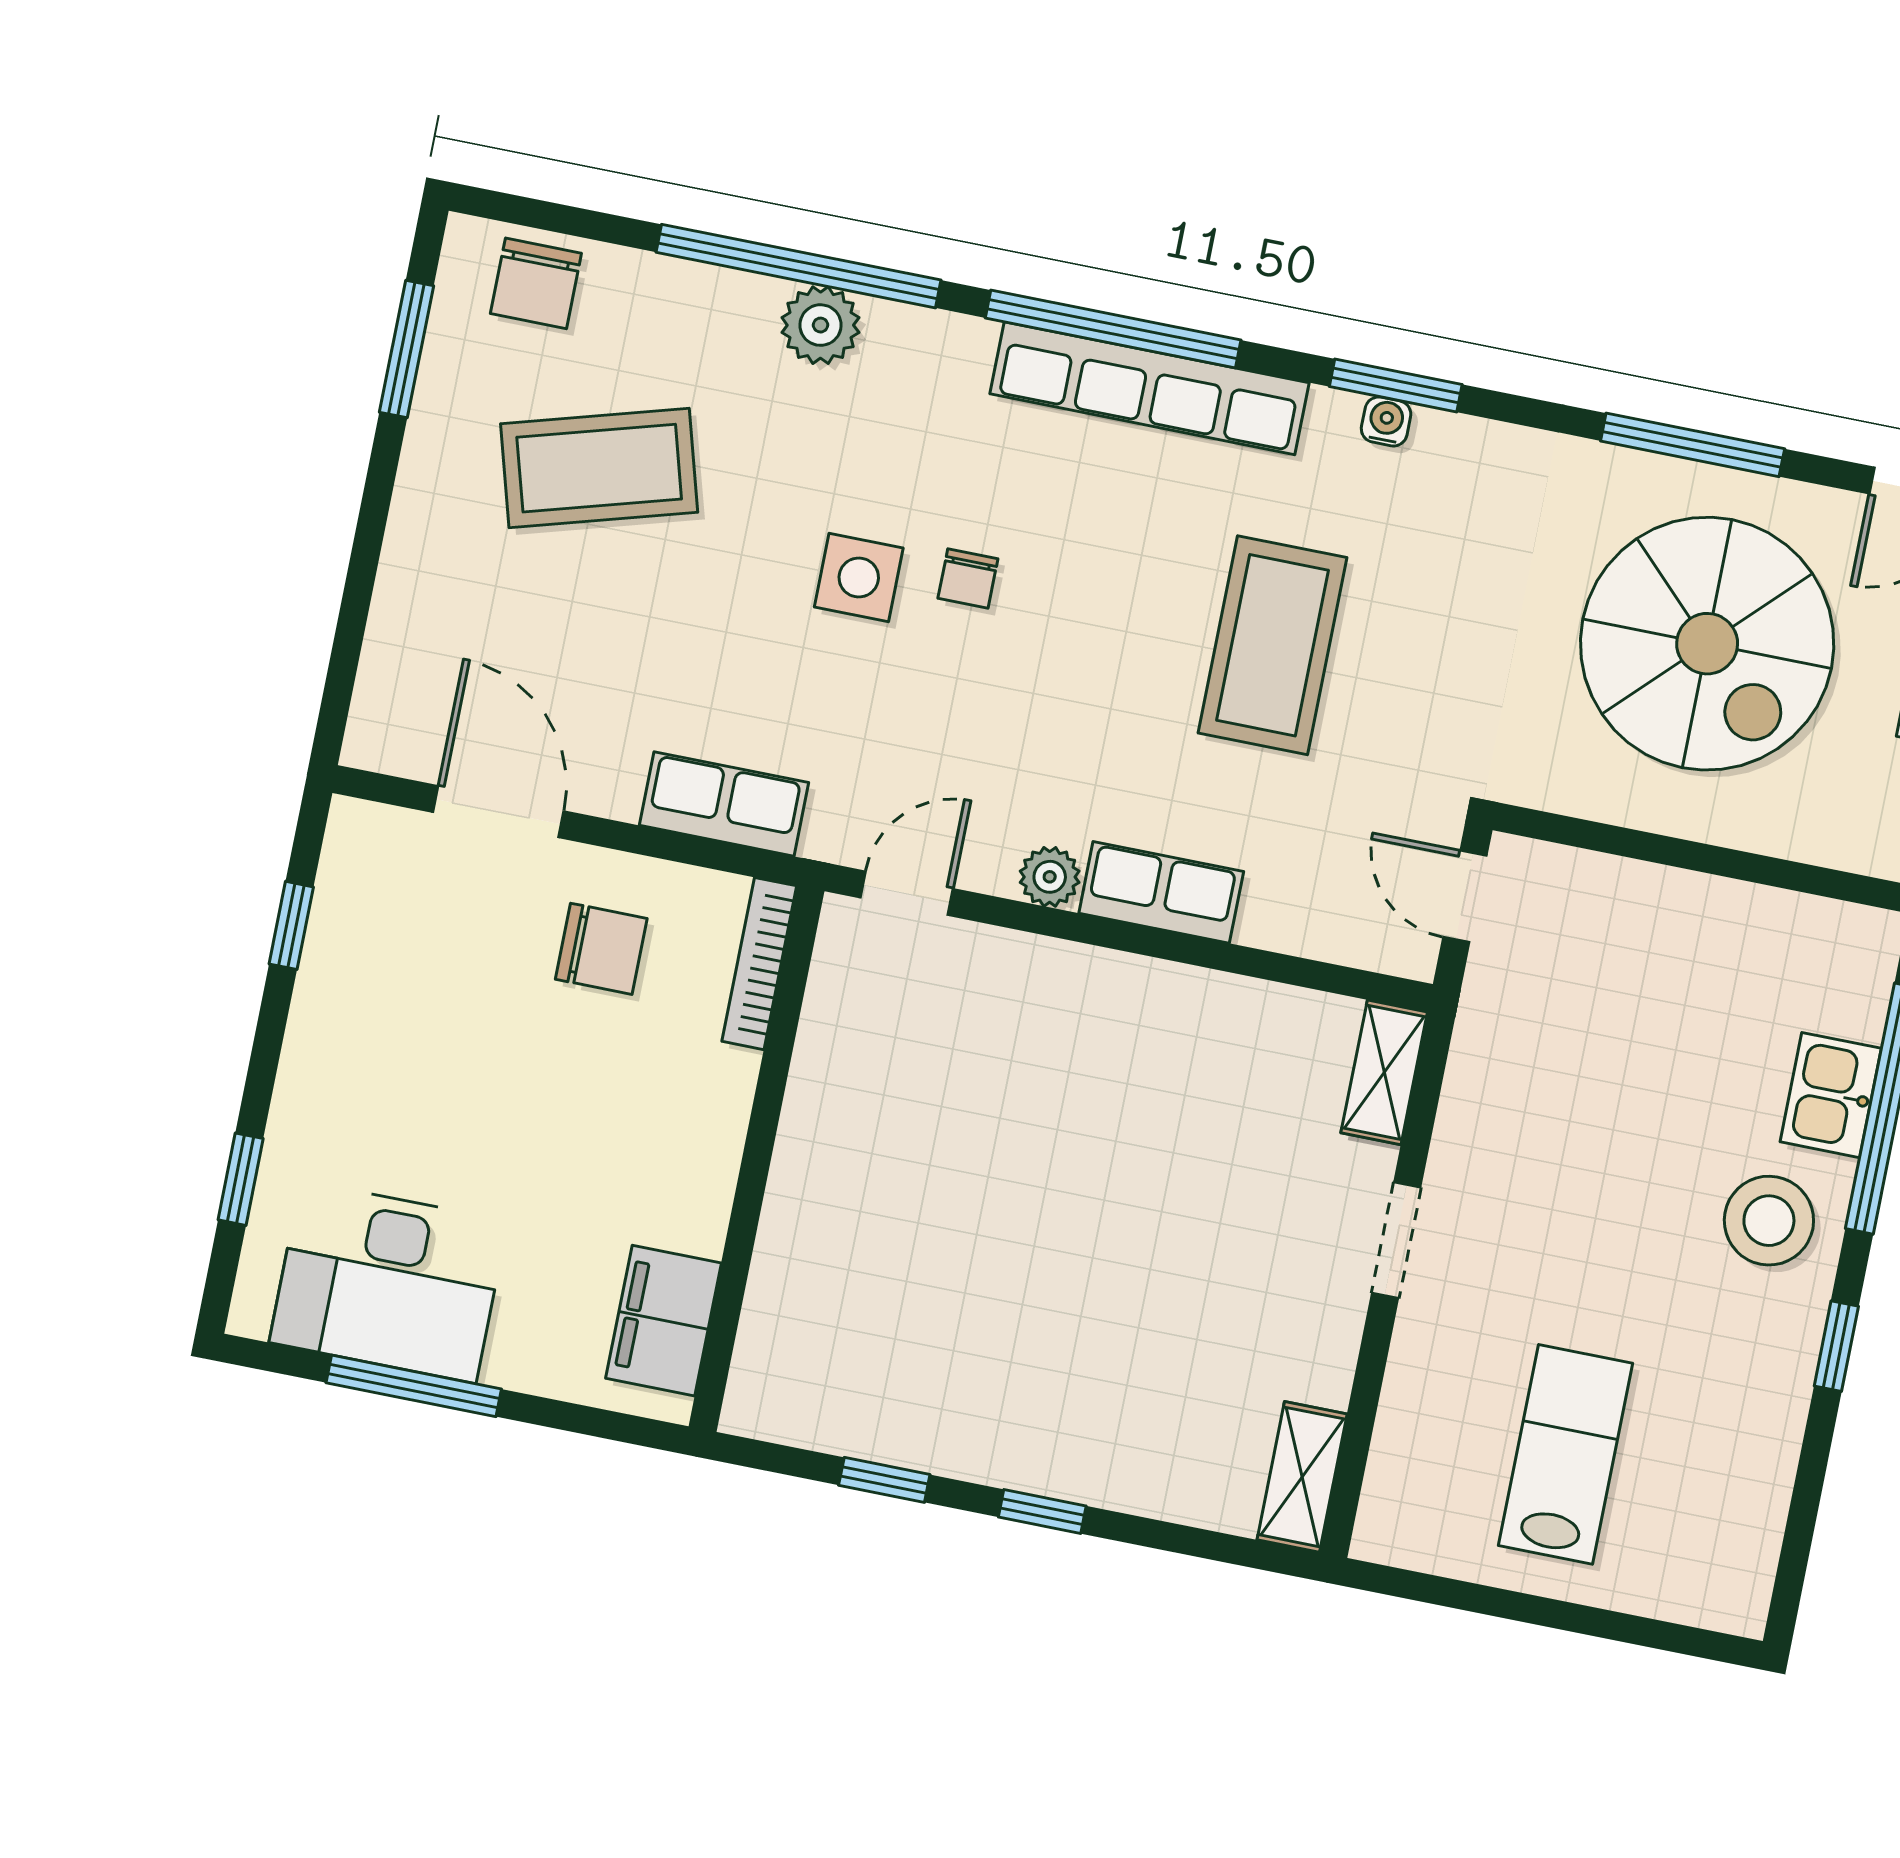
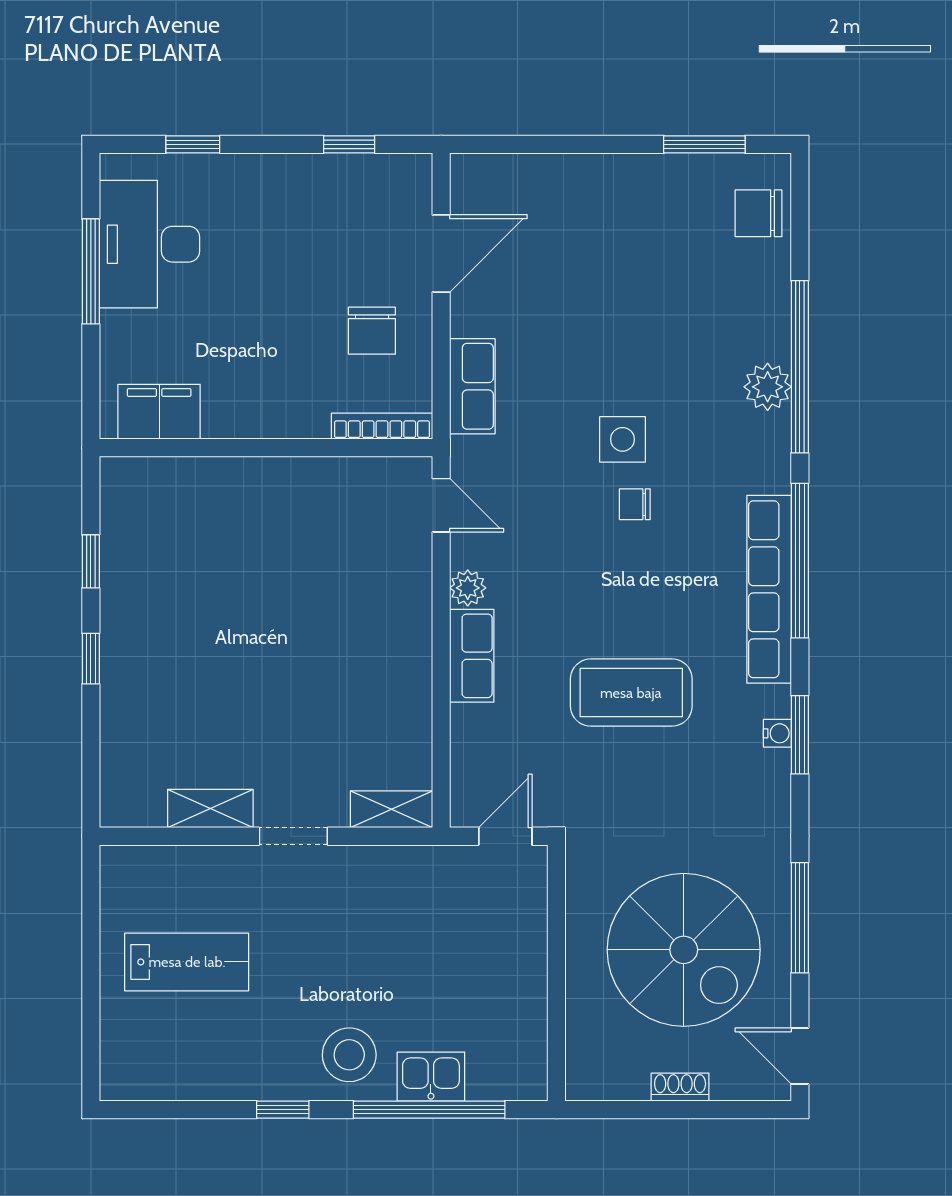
coffee table: (599, 468) -> (657, 273), removed
spiral stairs: (1707, 644) -> (684, 950), turned -90
shelving: (1302, 1477) -> (210, 809), moved

